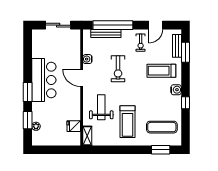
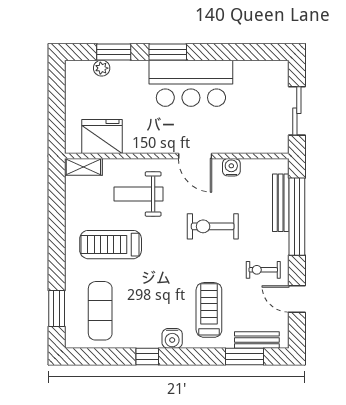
door: (82, 78) -> (195, 156), swing flipped
weight bench: (101, 107) -> (138, 194), turned 180
fridge: (74, 126) -> (102, 137), width x1.88, depth x1.34

